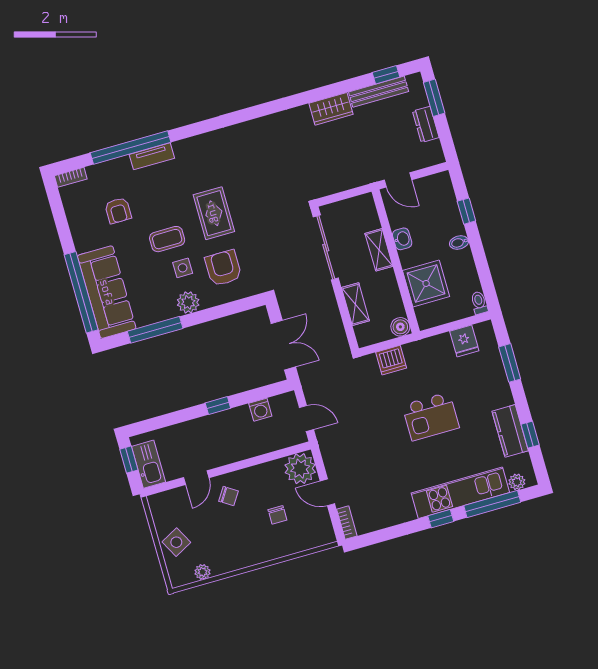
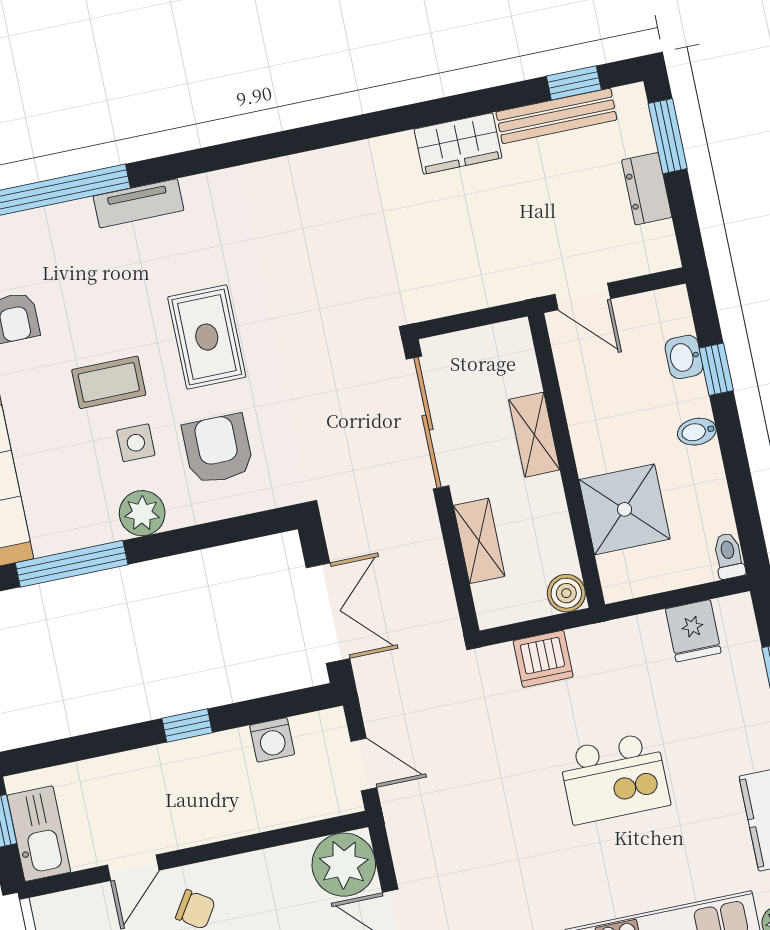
tv unit: (152, 156) -> (138, 203), moved
washbasin: (402, 239) -> (684, 357), moved, turned 180

